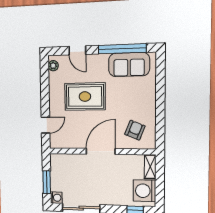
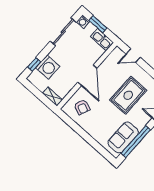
door: (46, 125) -> (133, 56), hinge flipped
kitchen sink: (57, 166) -> (102, 40), added
washing machine: (145, 191) -> (48, 67), moved, turned 90

